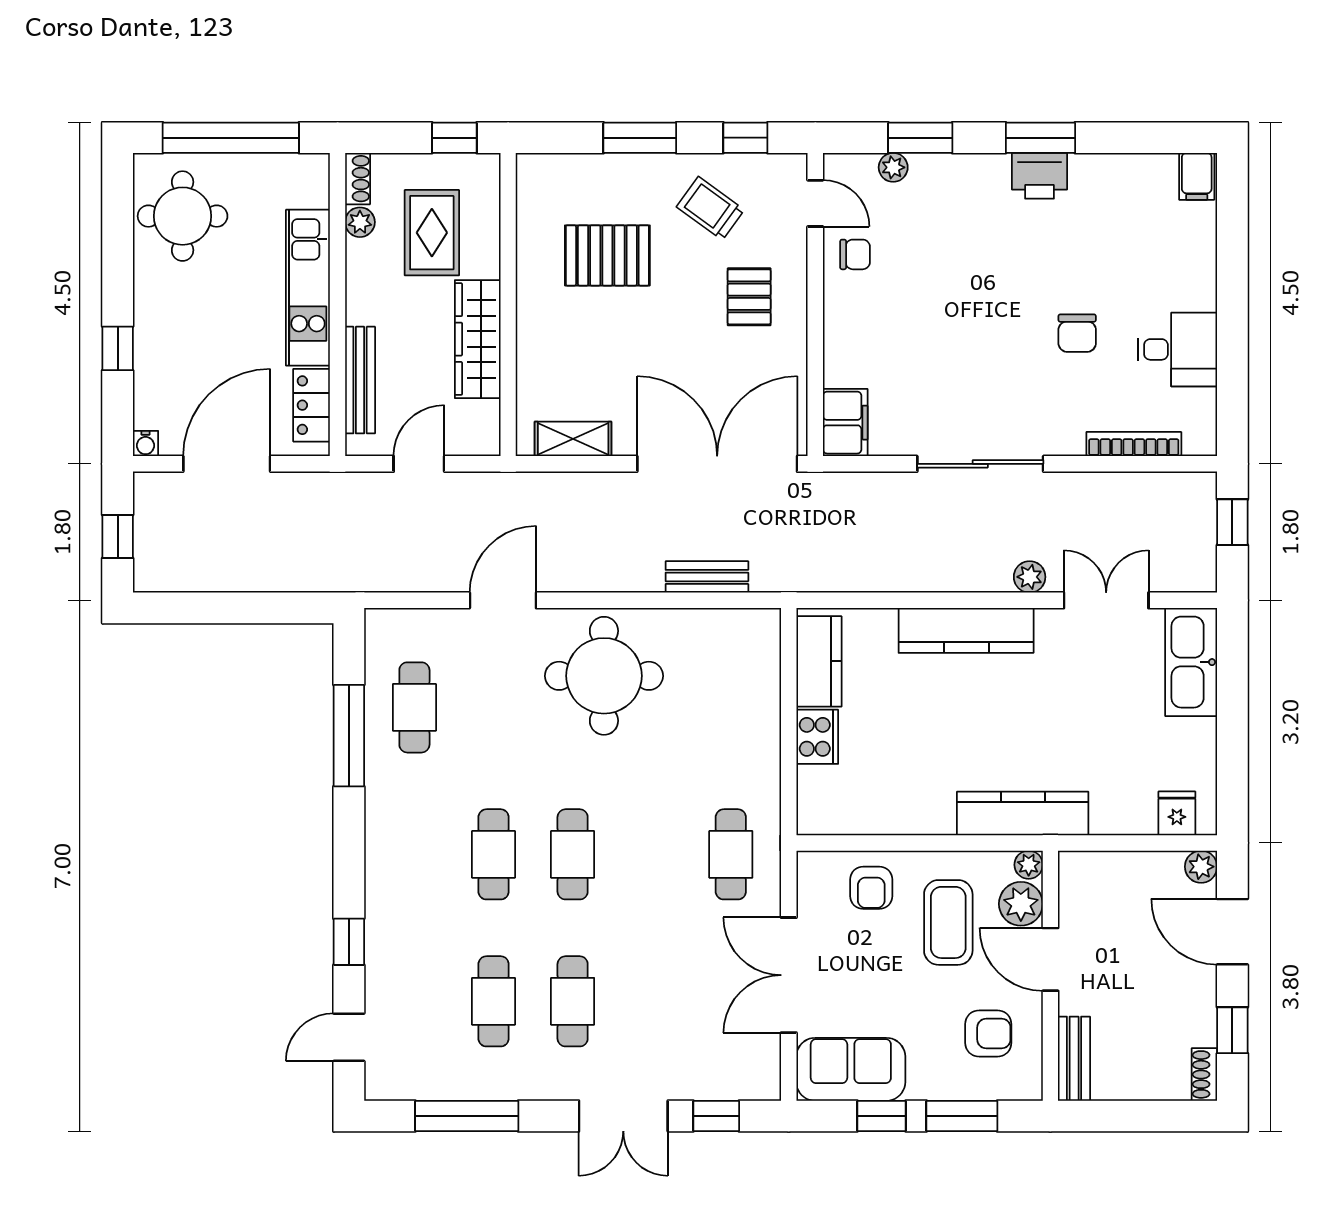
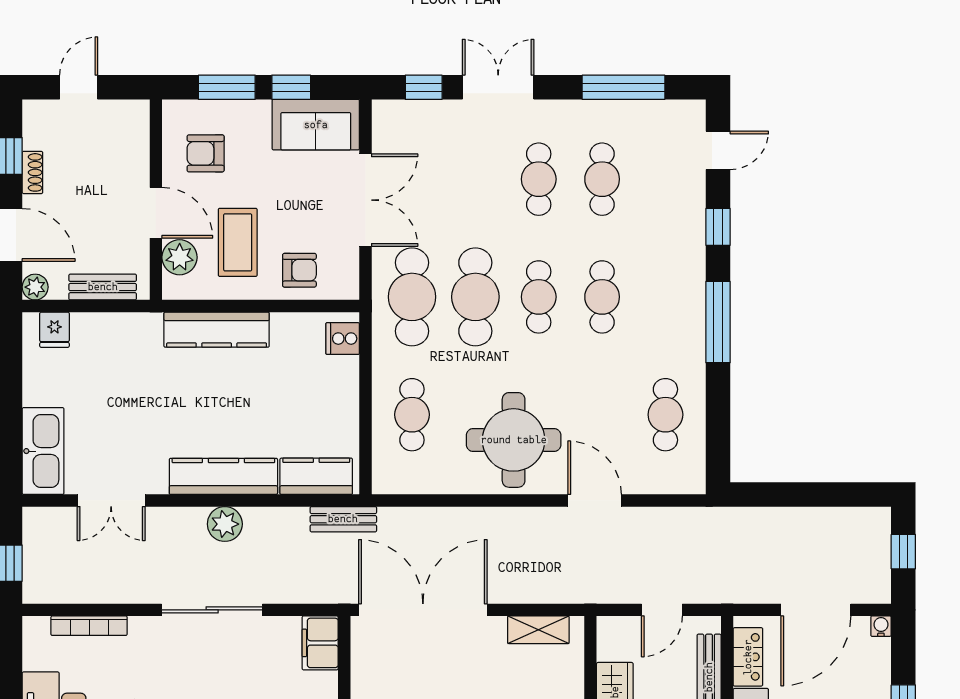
double door: (717, 464) -> (423, 610), swing flipped
bench: (707, 577) -> (343, 519), moved
plant: (1030, 577) -> (225, 524), moved, width x1.38, depth x1.38
door: (503, 600) -> (595, 500), swing flipped
kitchen counter: (819, 661) -> (316, 476), moved, turned 90
cafe table: (731, 707) -> (412, 415), added
window: (349, 736) -> (718, 322), moved
cooker: (817, 737) -> (343, 339), moved, width x0.73
kitchen counter: (1023, 814) -> (217, 330), moved
cafe table: (652, 854) -> (475, 297), added
cafe table: (731, 854) -> (412, 297), width x1.37, depth x1.35
plant: (1029, 865) -> (173, 289), removed
armchair: (871, 888) -> (299, 270), turned 90
bench: (1074, 1059) -> (103, 287), moved, turned 90
shoe rack: (1204, 1074) -> (32, 172), moved
door: (1147, 1116) -> (79, 87), added

